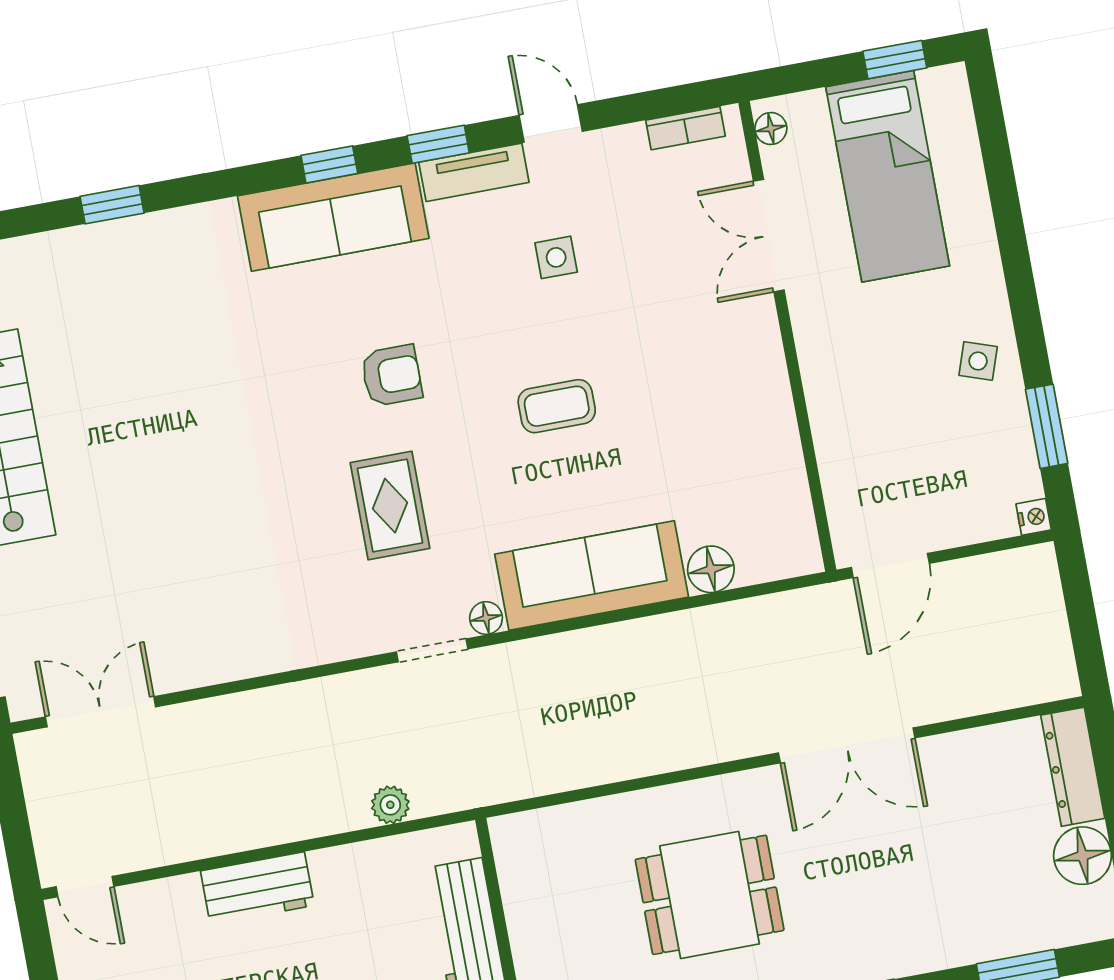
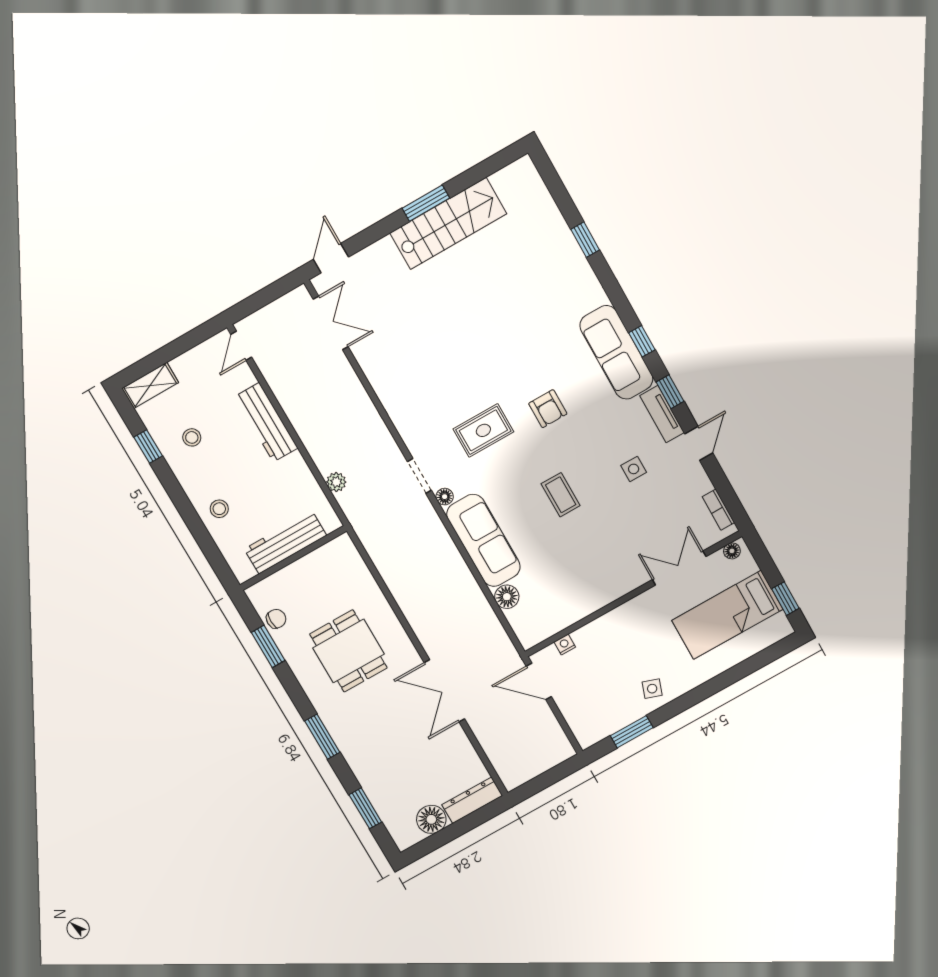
nightstand: (1034, 517) -> (565, 644), moved, turned 180
workbench: (257, 888) -> (266, 422), width x1.38

